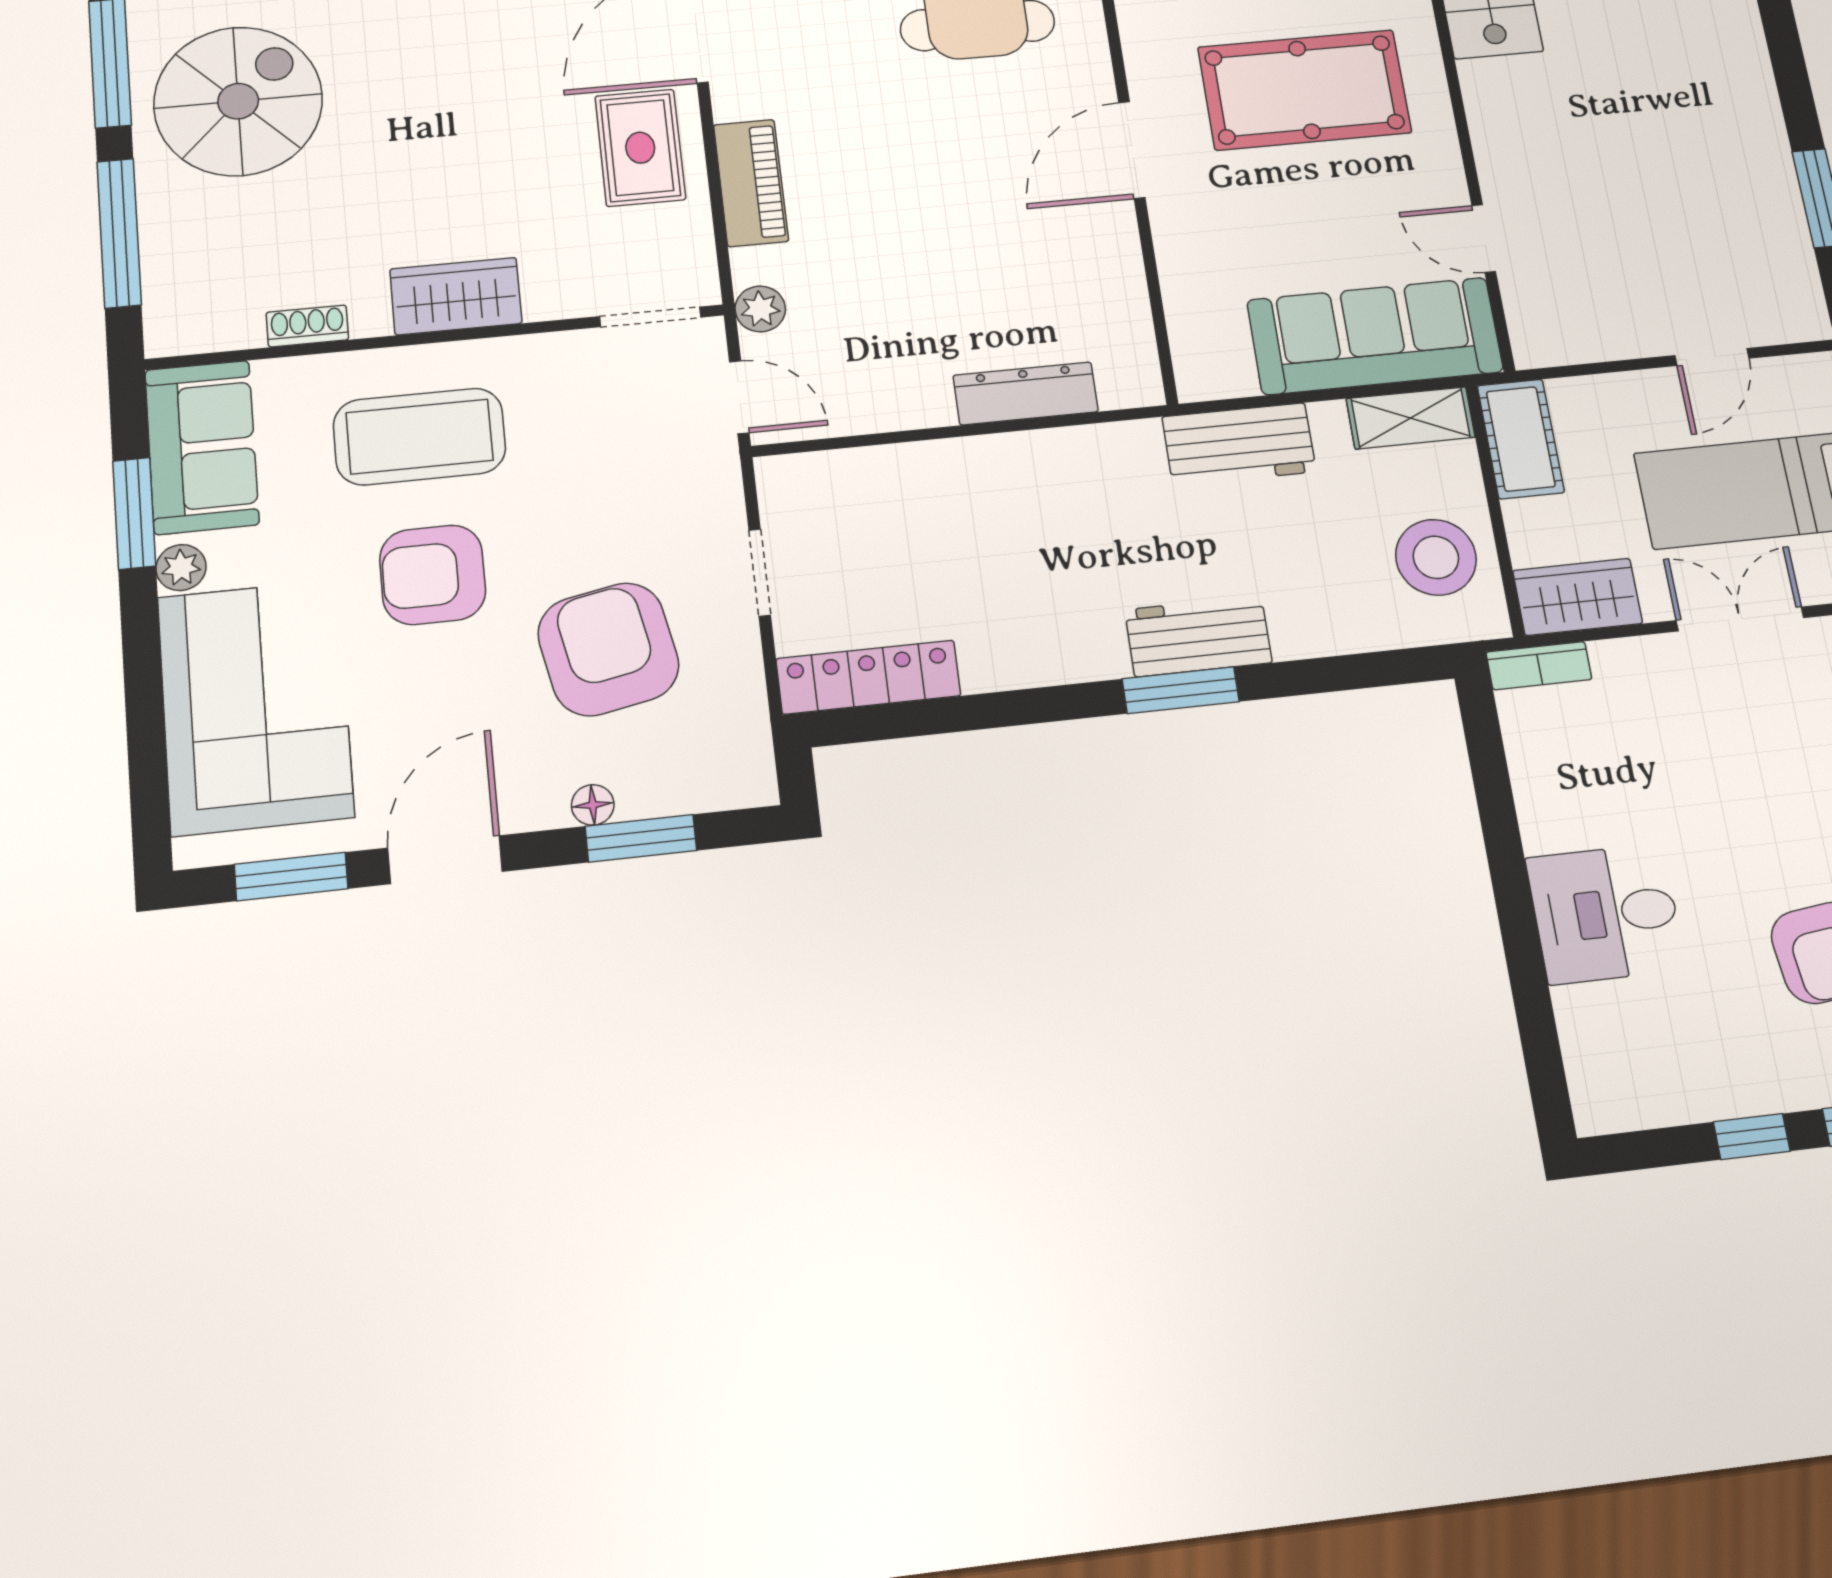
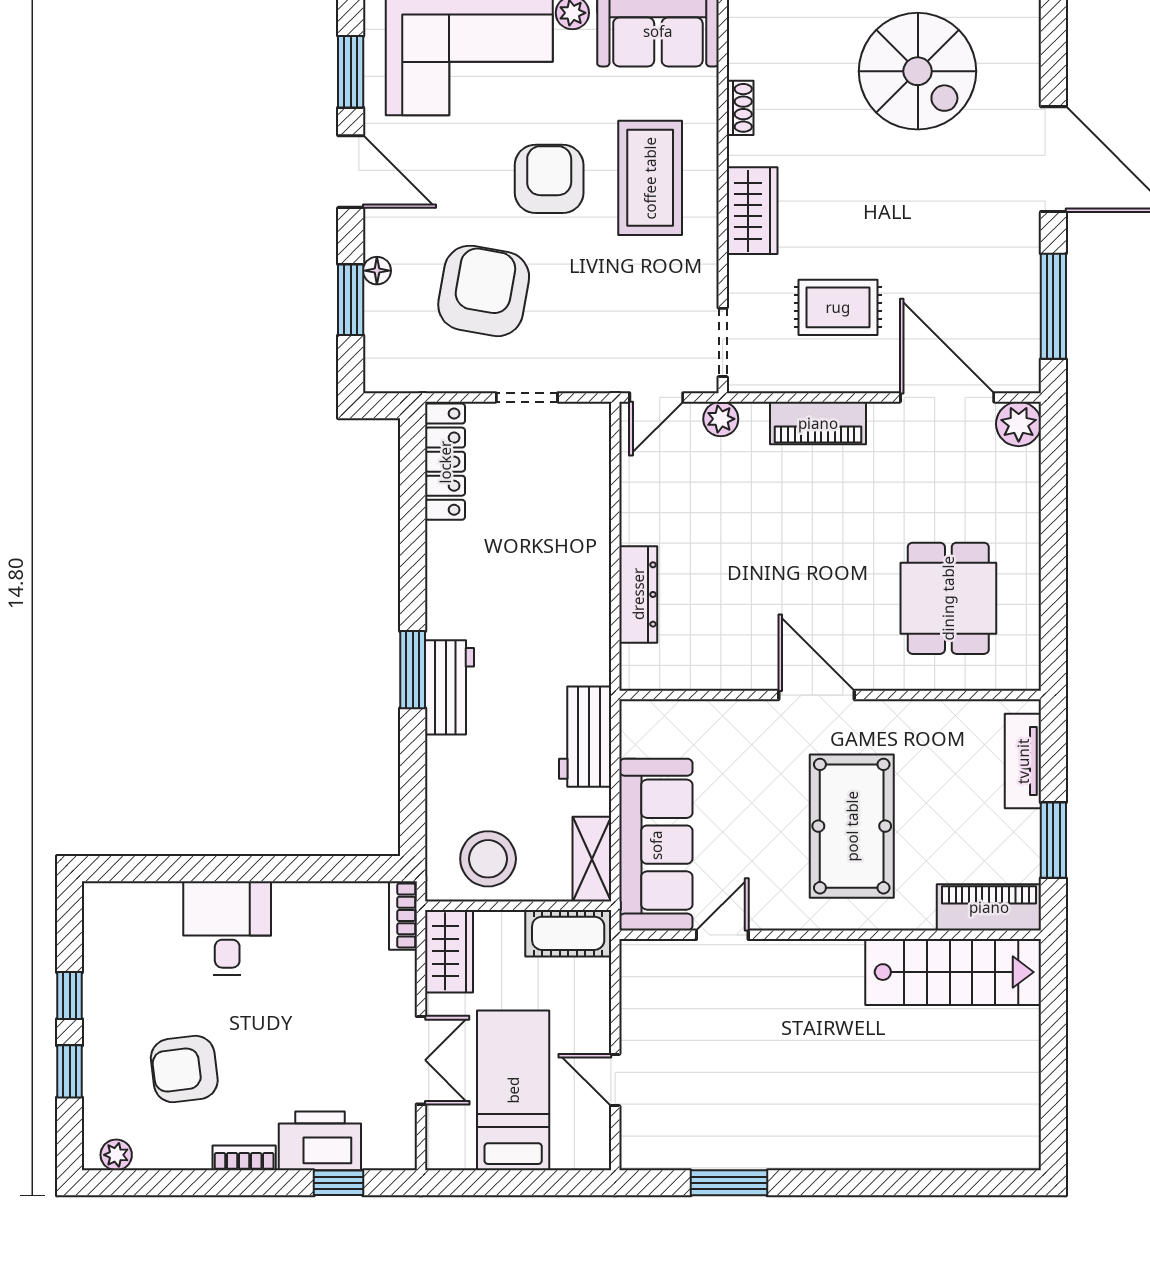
rug: (640, 148) -> (838, 307), moved
armchair: (608, 649) -> (484, 291), turned -69

